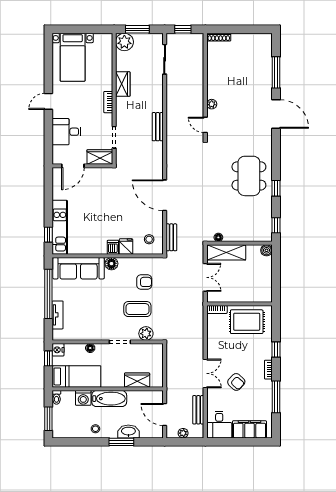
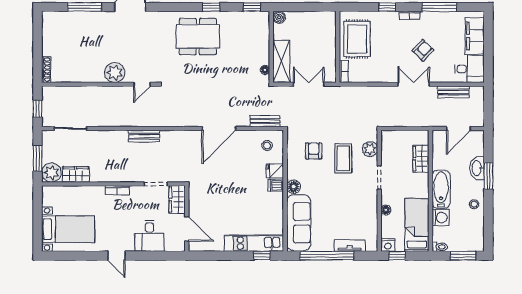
wardrobe: (123, 84) -> (76, 174), moved
plant: (212, 104) -> (115, 73), width x1.87, depth x1.87
plant: (183, 433) -> (479, 108), removed

